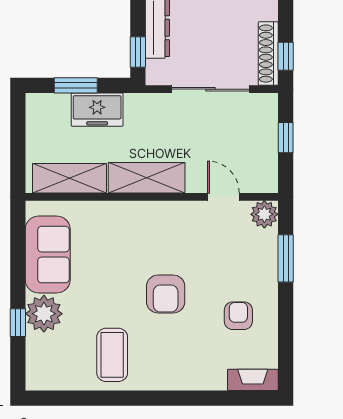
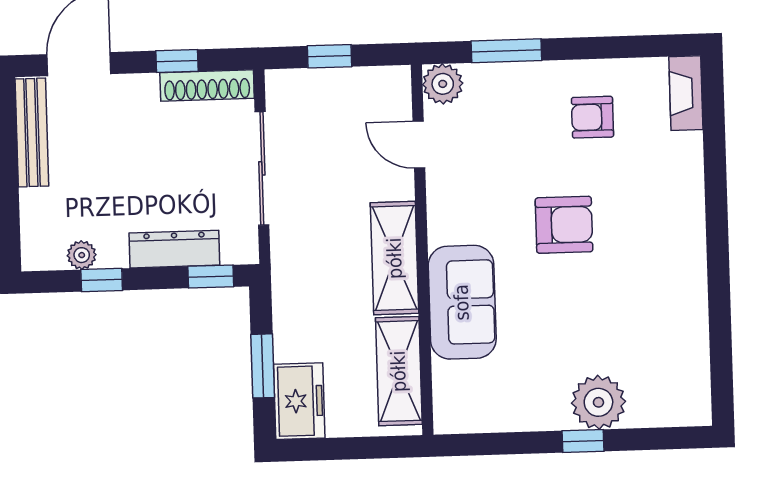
window: (286, 56) -> (177, 61), moved
freezer: (97, 110) -> (299, 401), moved
door: (223, 197) -> (419, 145), hinge flipped
sofa: (48, 255) -> (462, 302), moved, turned 90
window: (18, 323) -> (583, 441), moved
coffee table: (112, 355) -> (656, 300), removed

